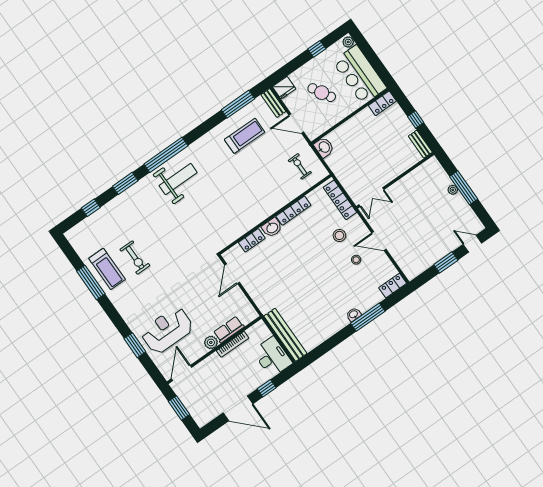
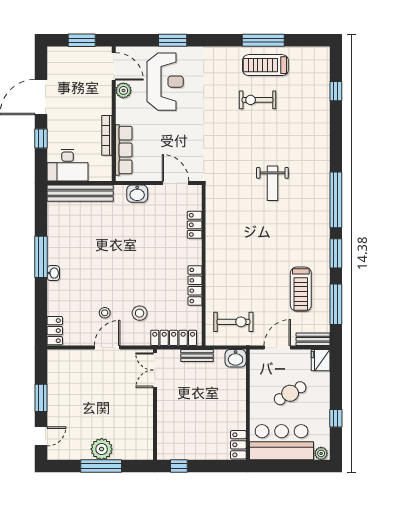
window: (416, 119) -> (179, 466), moved
bench: (420, 144) -> (197, 356), moved
exercise bike: (300, 166) -> (233, 322), width x1.38, depth x1.39
weight bench: (178, 179) -> (272, 183), moved, width x0.73, depth x0.75
window: (125, 183) -> (336, 253), moved
plant: (453, 190) -> (102, 449), width x1.88, depth x1.88
washbasin: (272, 228) -> (137, 194), moved, turned -90
window: (368, 317) -> (41, 257), moved
row of seats: (229, 329) -> (124, 150), width x1.48
plant: (211, 342) -> (123, 90), moved

